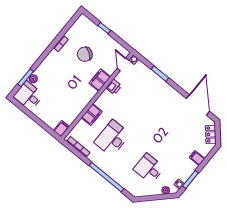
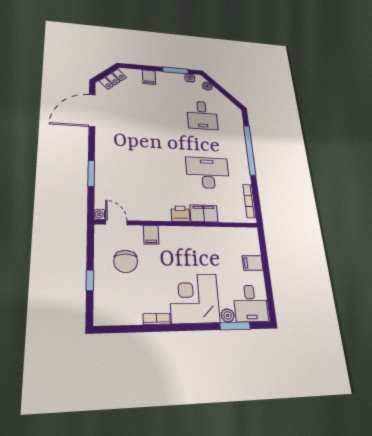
chair: (85, 54) -> (126, 261), moved, turned 57
door: (123, 64) -> (116, 223), swing flipped
corner desk: (55, 70) -> (194, 298), added
filing cabinet: (100, 80) -> (151, 235), width x0.50
printer: (114, 87) -> (180, 214), moved
filing cabinet: (61, 129) -> (253, 263), moved
desk: (112, 138) -> (208, 173), turned 180

